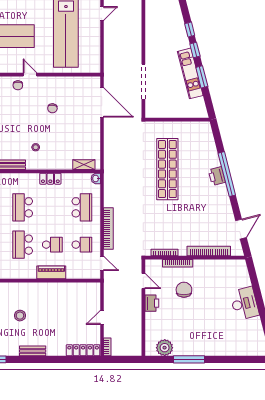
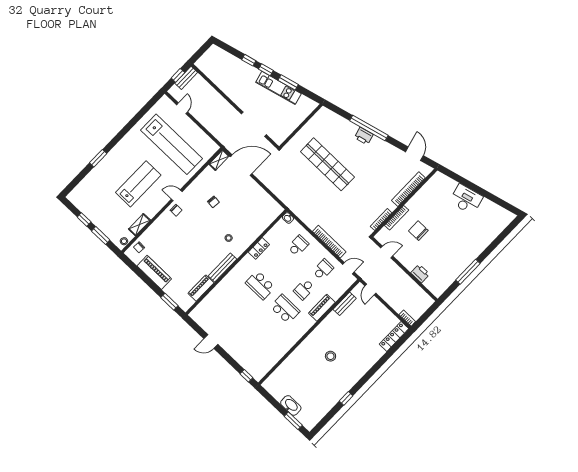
shelving: (84, 165) -> (219, 160), moved
school desk: (82, 207) -> (298, 246), width x0.54
school desk: (23, 245) -> (285, 309), turned 180
school desk: (52, 245) -> (304, 289), turned 180
printer: (152, 303) -> (420, 273), moved
door: (102, 317) -> (370, 289), moved
plant: (165, 348) -> (444, 281), removed
bench: (33, 351) -> (345, 304), moved

